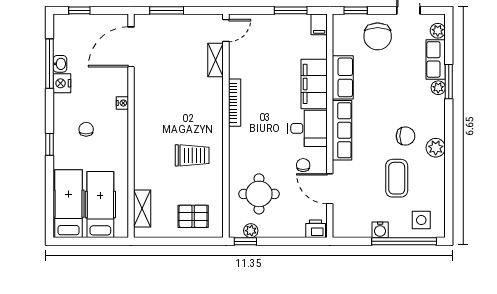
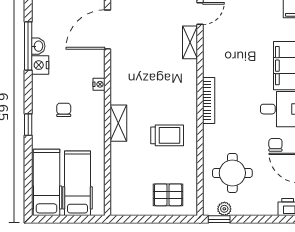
bookcase: (235, 103) -> (209, 101), moved
shelving: (142, 208) -> (118, 123), moved

